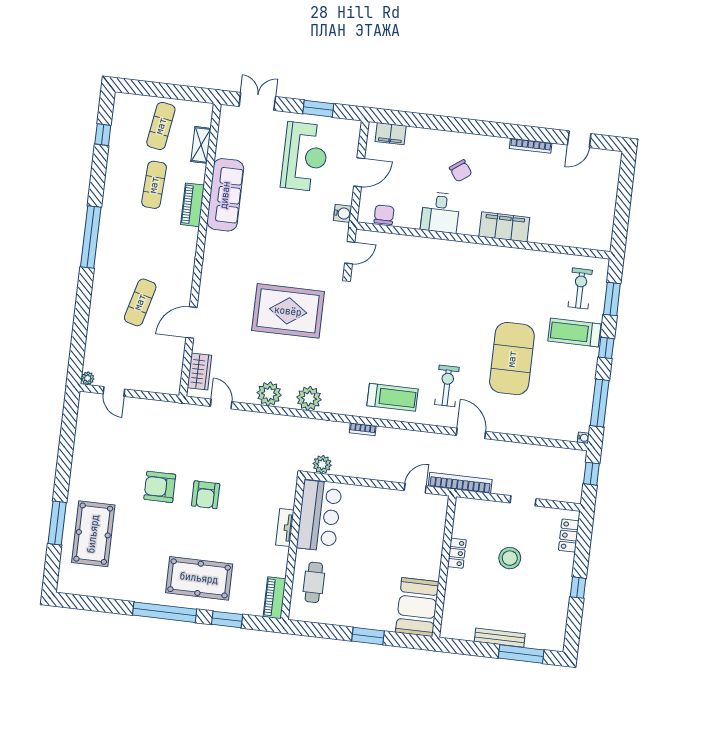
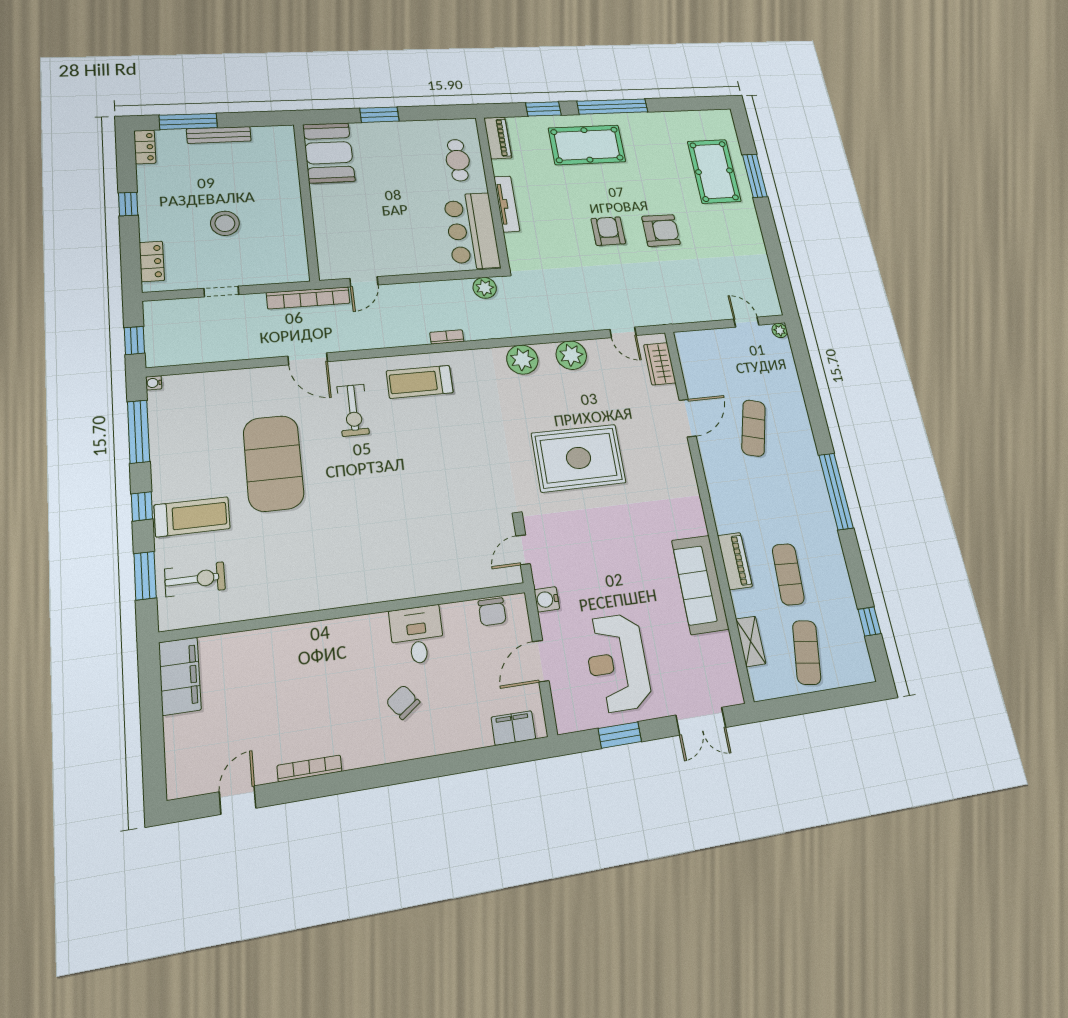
filing cabinet: (504, 227) -> (180, 676), moved, turned -90
exercise bike: (580, 288) -> (195, 579), turned -90
tv unit: (285, 527) -> (507, 204), width x1.41
locker: (457, 553) -> (145, 147), moved, turned 180

